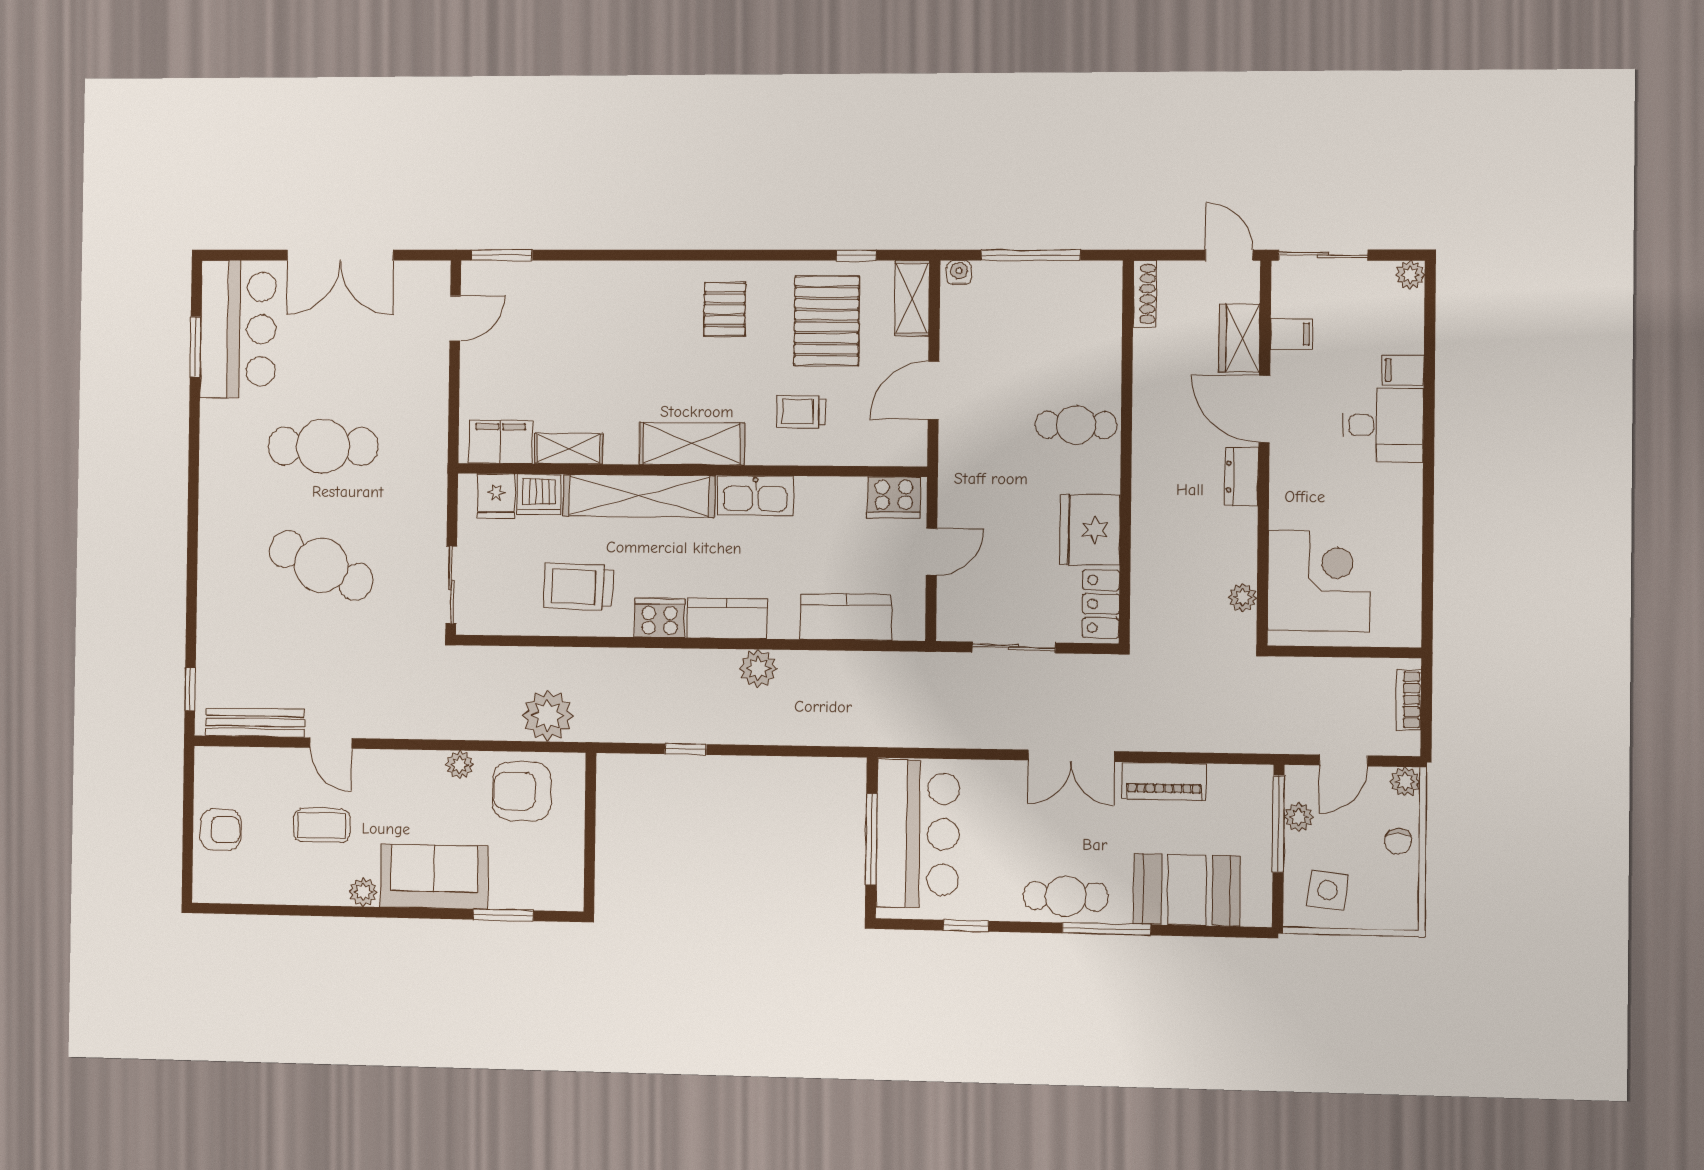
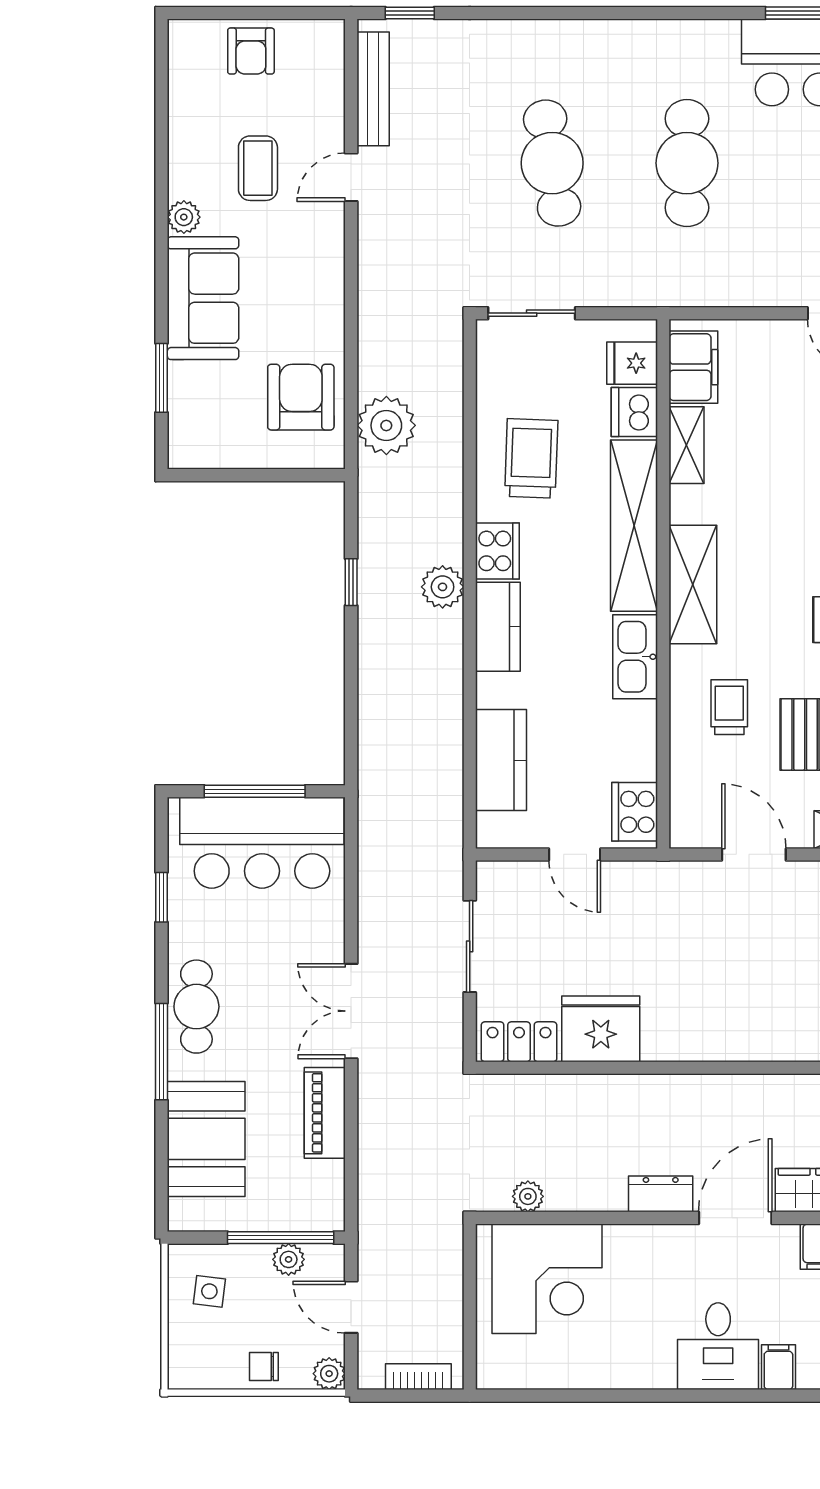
cafe table: (1076, 425) -> (716, 1012), removed
cafe table: (321, 565) -> (552, 163), turned -33
plant: (758, 668) -> (443, 587), moved
plant: (459, 765) -> (329, 326), removed
side table: (1328, 890) -> (209, 1291), width x0.73, depth x0.73

